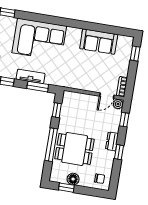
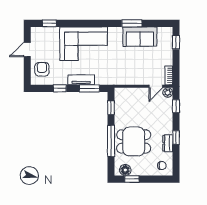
window: (93, 27) -> (132, 23), added
dresser: (112, 141) -> (168, 143), moved
floor lamp: (73, 179) -> (125, 170), moved

